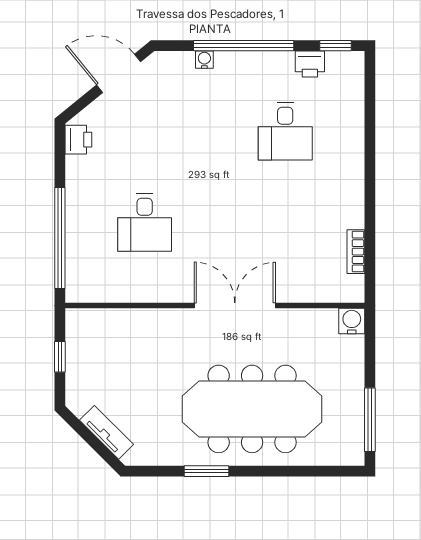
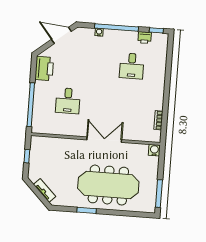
printer: (78, 140) -> (44, 69), width x1.87, depth x1.48

